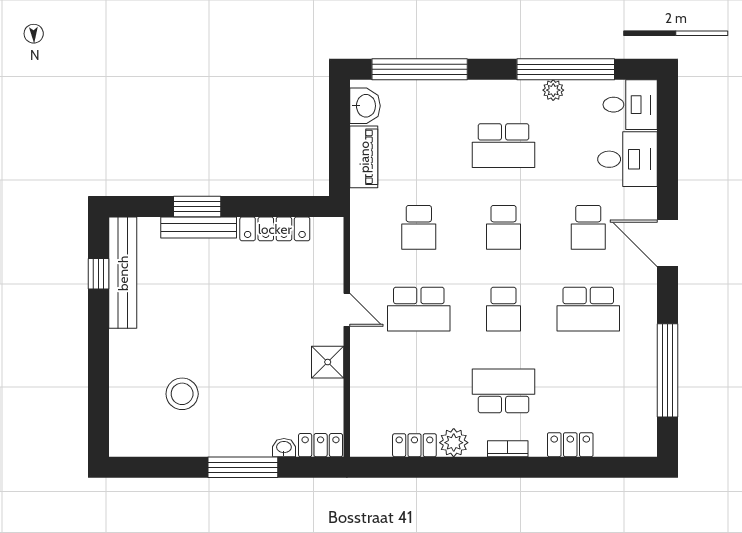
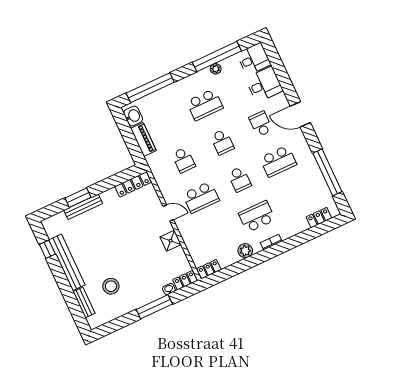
school desk: (588, 227) -> (261, 124), turned 180
locker: (275, 229) -> (133, 184), moved
bench: (123, 273) -> (67, 262), moved
bench: (120, 401) -> (84, 303), added
locker: (414, 445) -> (209, 269), moved
locker: (570, 445) -> (319, 217), moved

